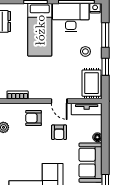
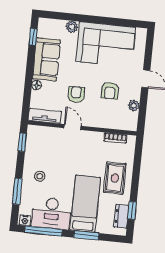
window: (105, 67) -> (22, 142), moved
rug: (92, 83) -> (115, 178), moved
armchair: (34, 118) -> (110, 91), moved, turned 90

